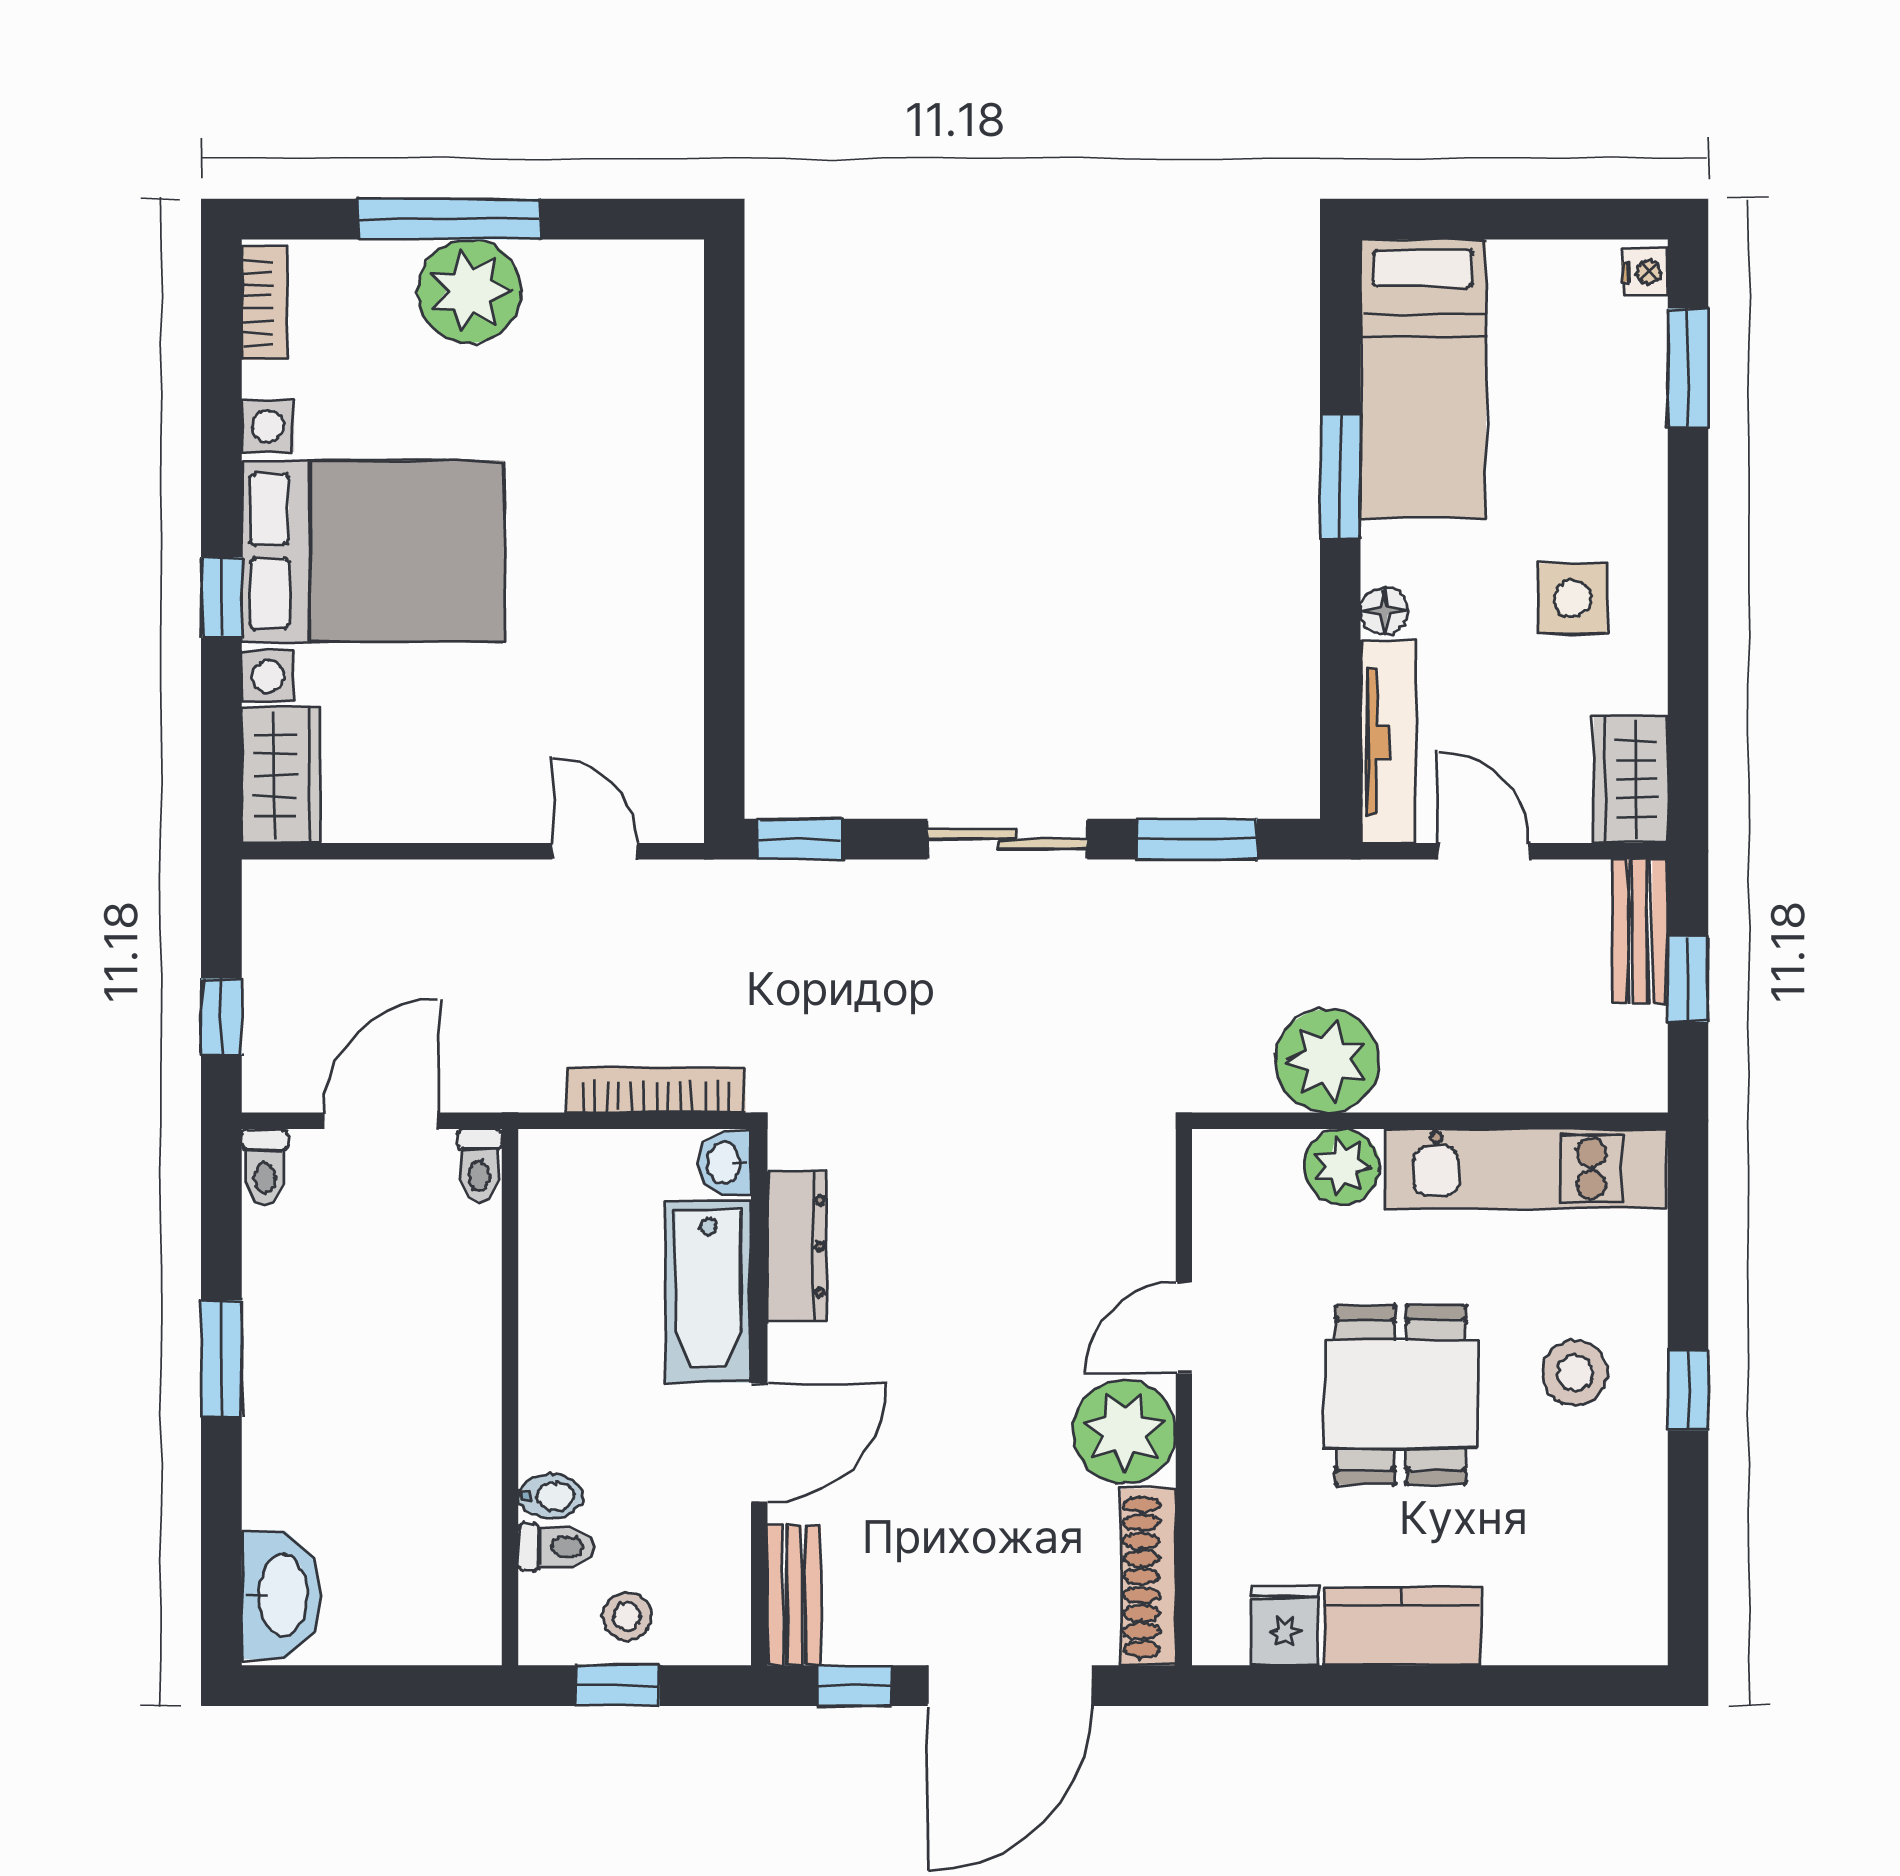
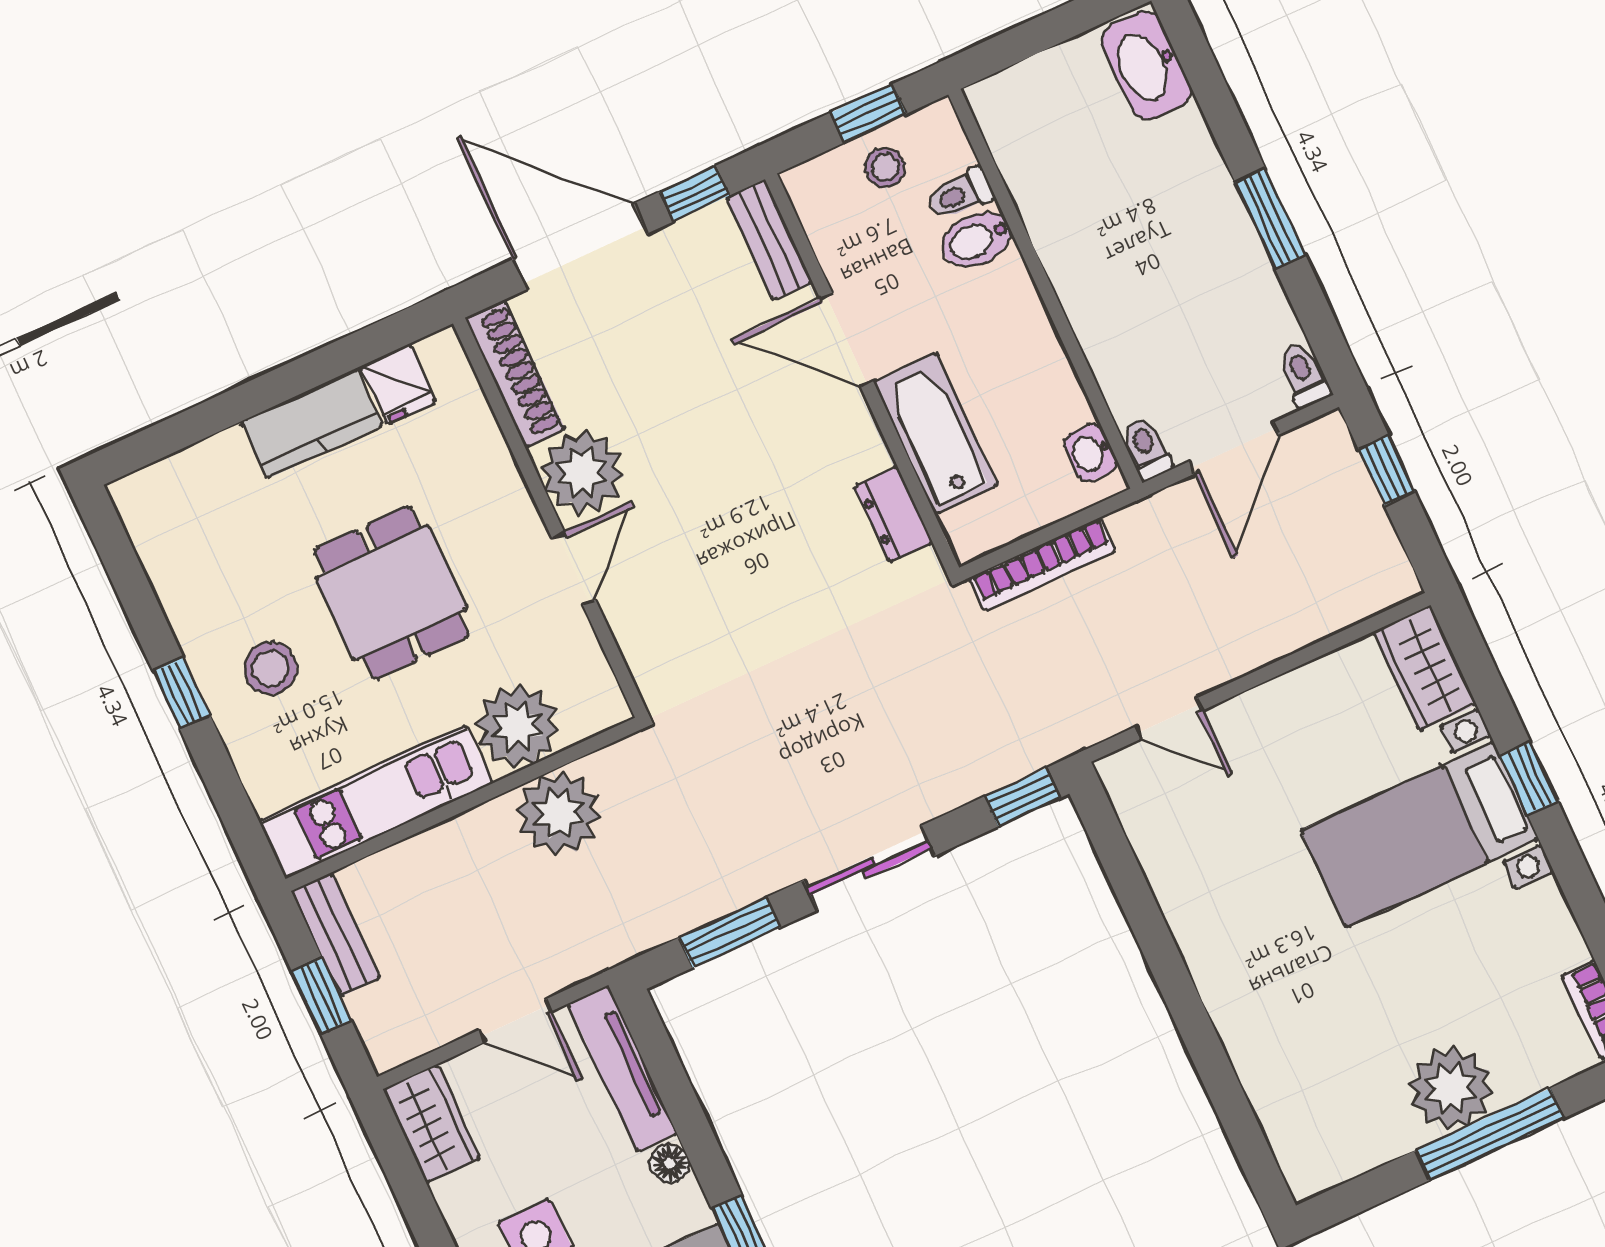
bed with nightstands: (373, 551) -> (1420, 834), width x0.73
bench: (1640, 931) -> (336, 935), moved
washbasin: (725, 1163) -> (1091, 453), moved, turned 180
plant: (1342, 1167) -> (517, 726), width x1.36, depth x1.36
dresser: (797, 1246) -> (894, 514), width x0.70
door: (759, 1443) -> (847, 340), hinge flipped
bidet: (550, 1496) -> (976, 240), width x1.38, depth x1.36
door: (1010, 1686) -> (580, 247), hinge flipped

